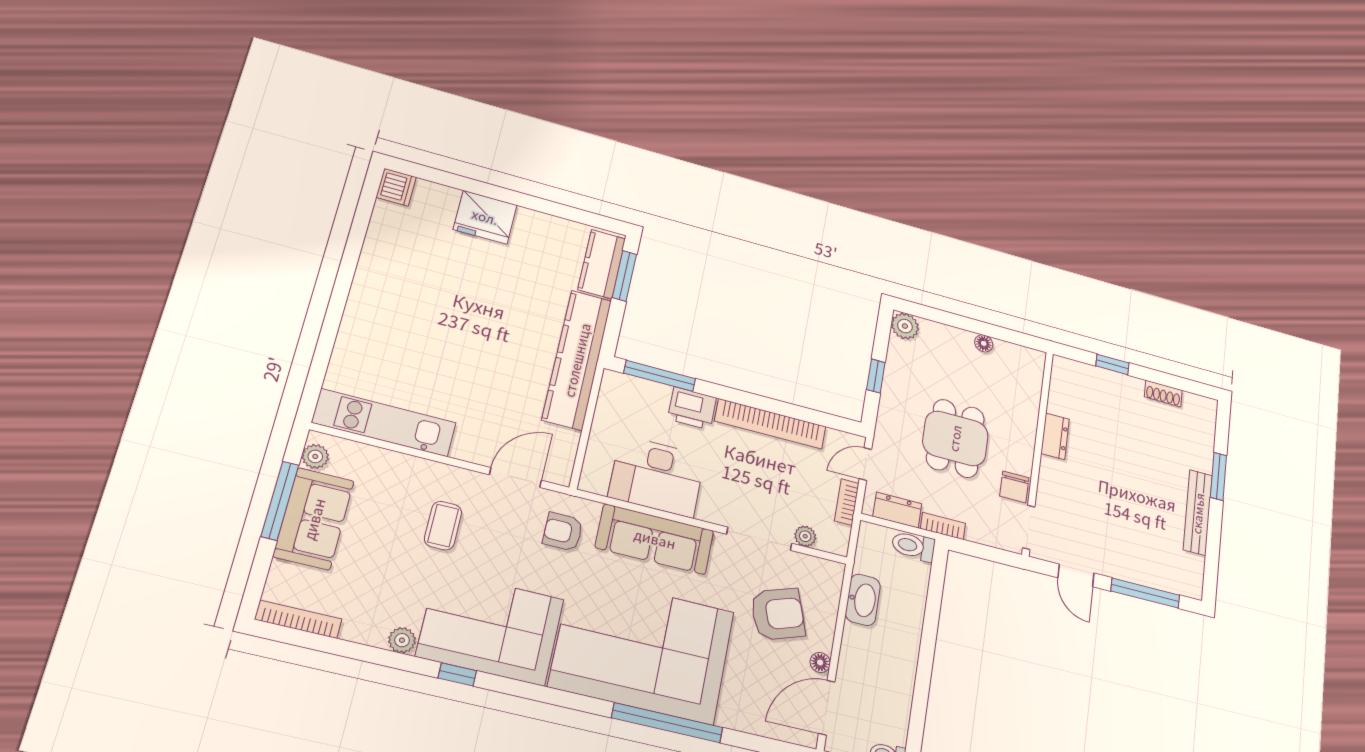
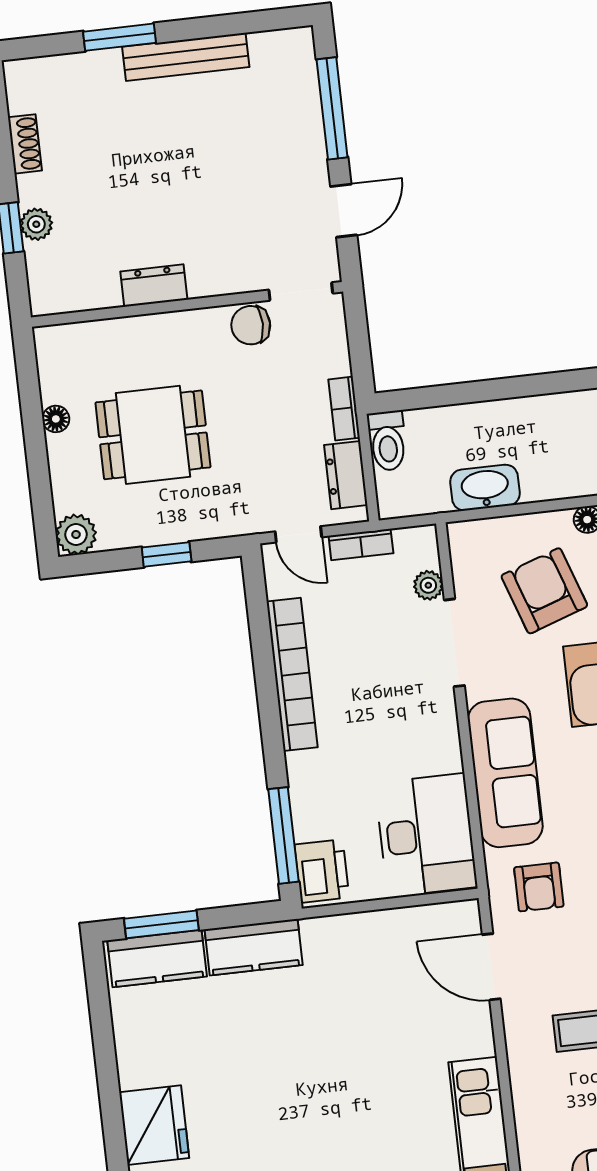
kitchen counter: (577, 360) -> (254, 947), width x0.48, depth x0.86
plant: (1111, 380) -> (36, 224), added
printer: (692, 408) -> (322, 871), moved
dining table: (955, 438) -> (153, 435), moved
desk: (657, 476) -> (426, 835), moved
chair: (1014, 487) -> (251, 325), turned 180

